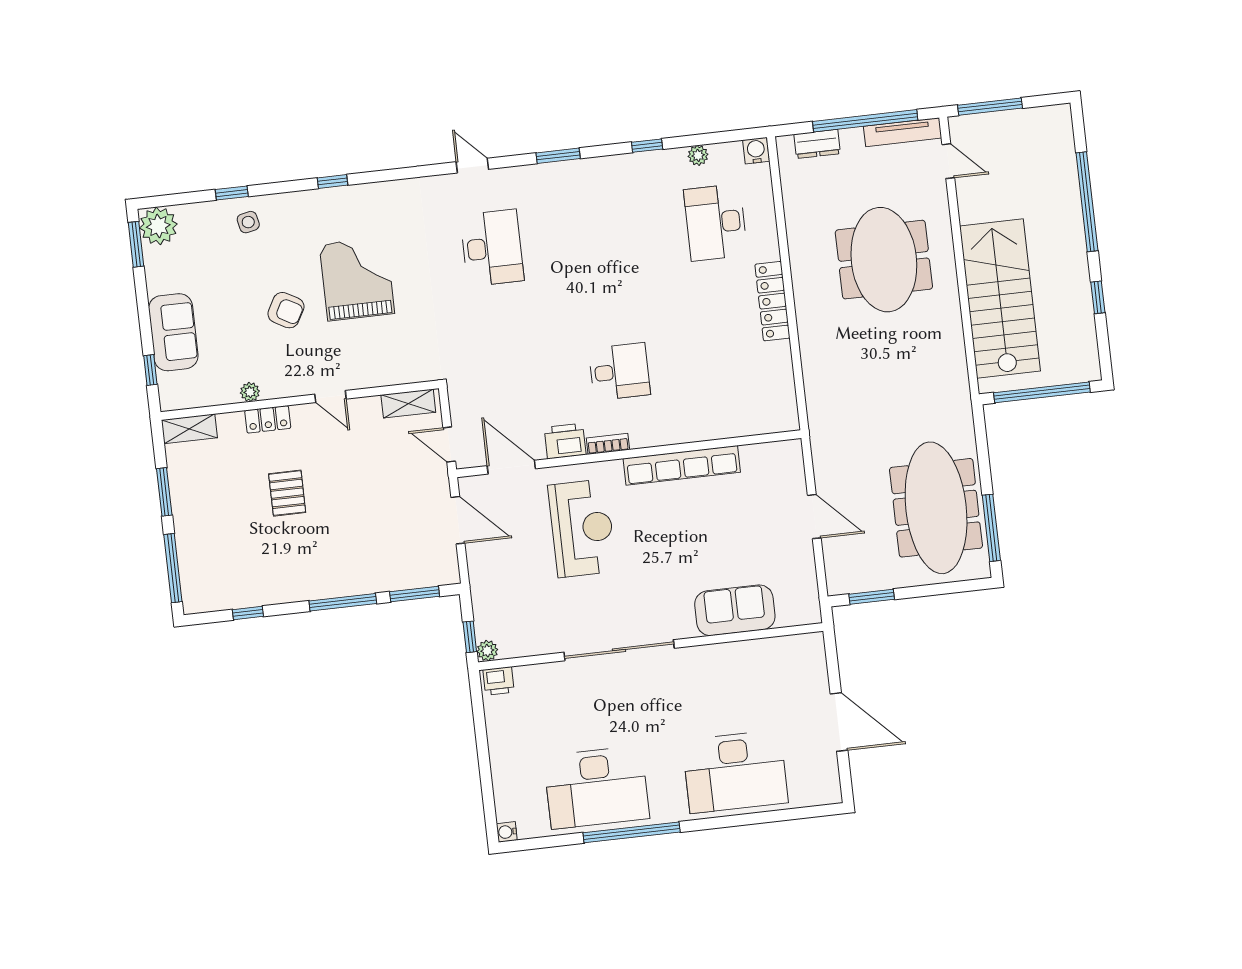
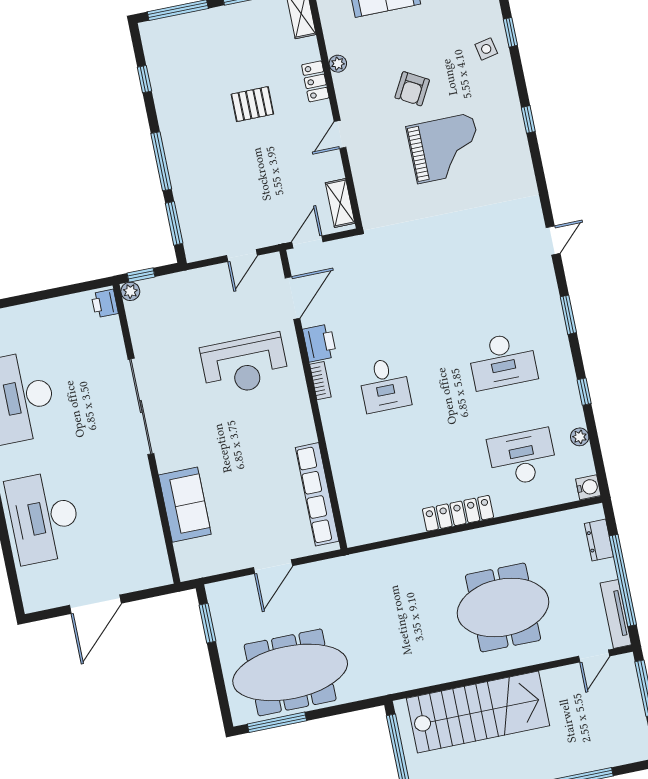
desk: (492, 248) -> (503, 361), moved
row of seats: (682, 465) -> (317, 494), moved
door: (458, 520) -> (242, 255), width x0.73

